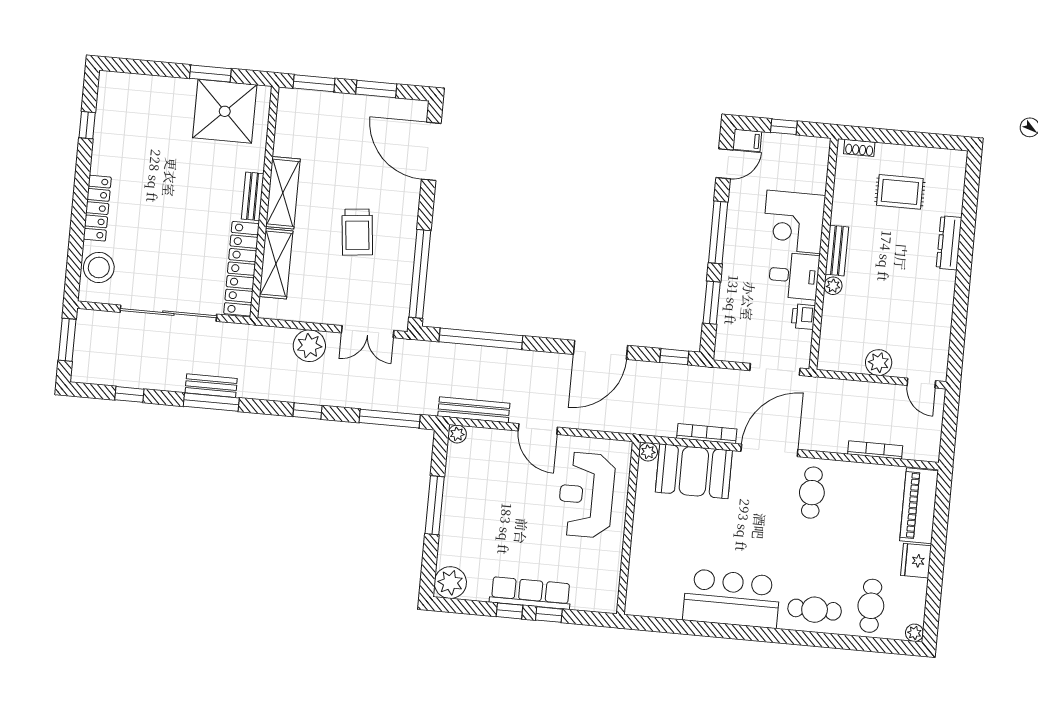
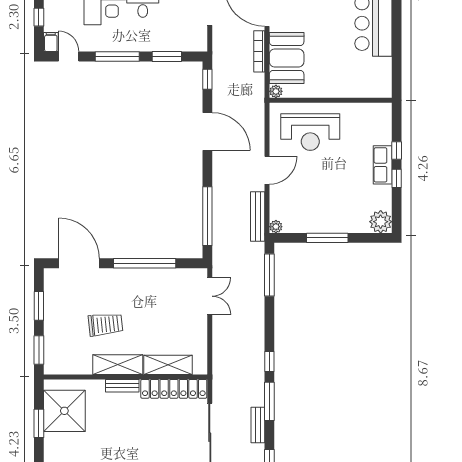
door: (431, 151) -> (79, 263), swing flipped
trolley: (357, 232) -> (106, 324), moved
window: (420, 274) -> (145, 263), moved
plant: (309, 346) -> (223, 336), removed
bench: (211, 386) -> (258, 425), moved
window: (307, 411) -> (269, 361), moved
row of seats: (530, 593) -> (383, 165), width x0.68

